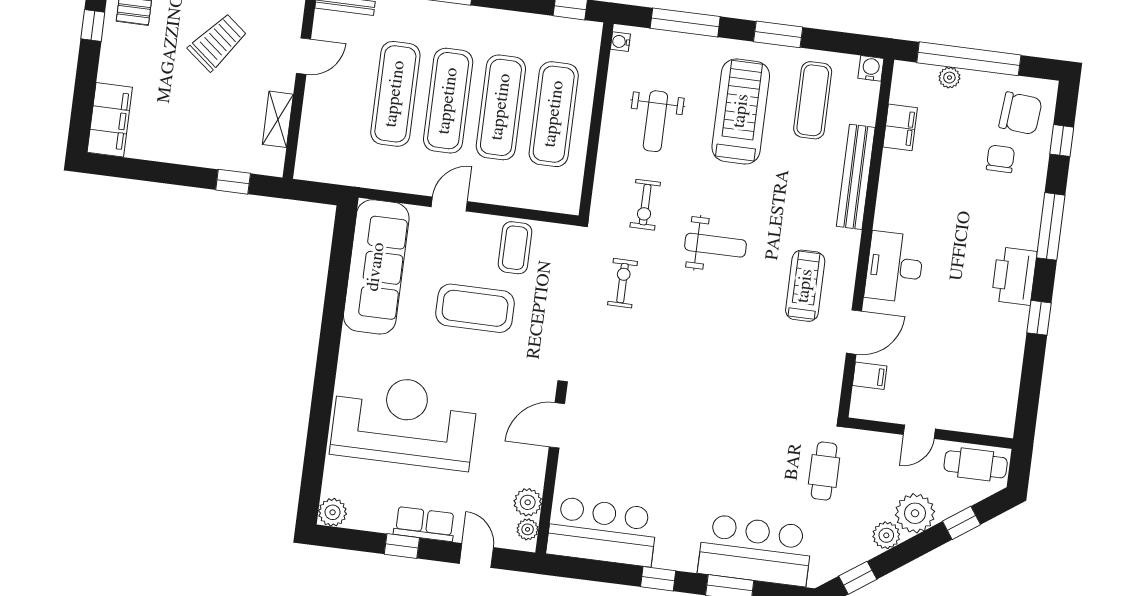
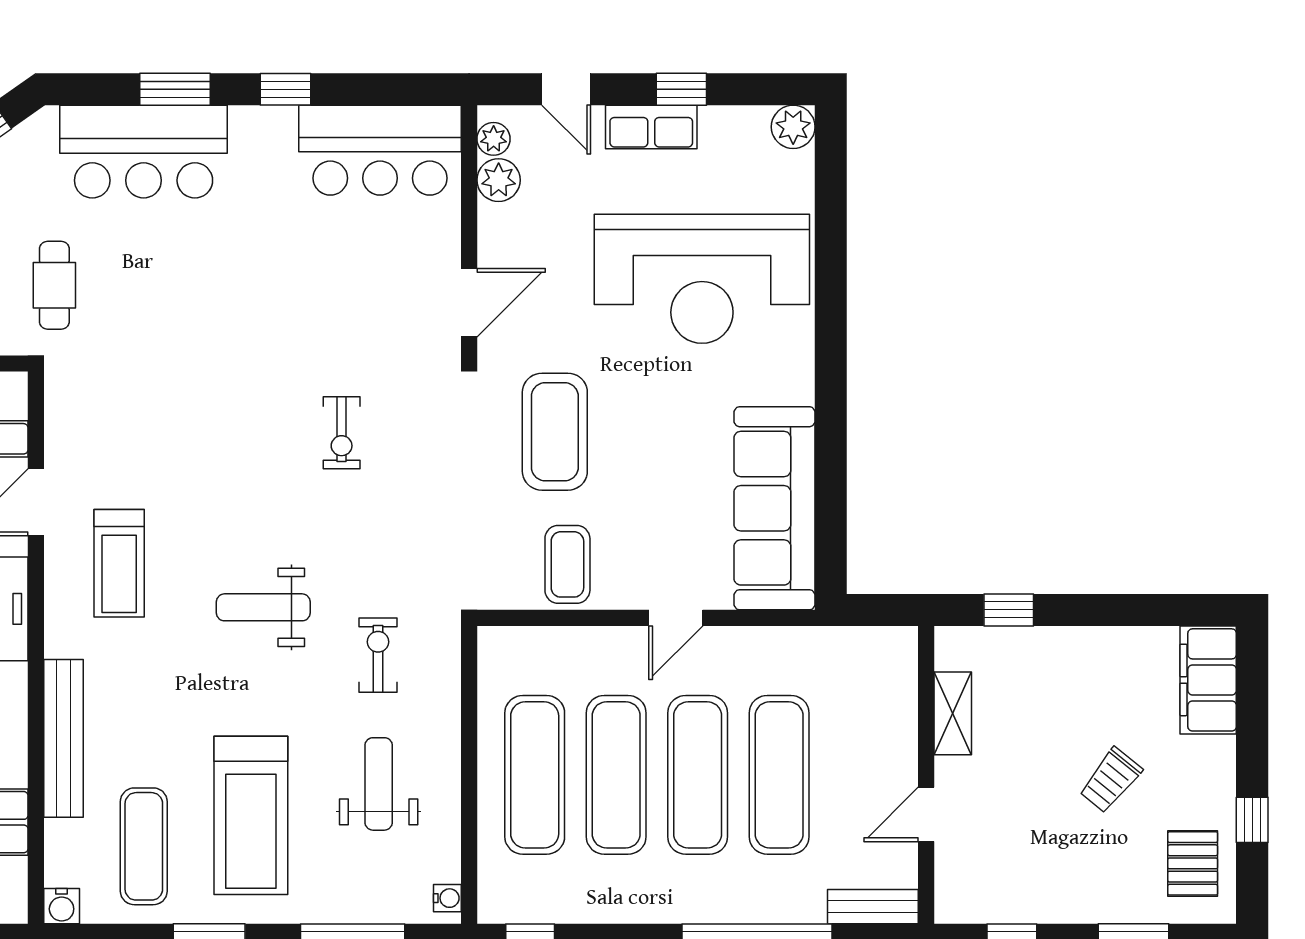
trolley: (218, 42) -> (1111, 780), moved, width x0.73, depth x0.72
exercise bike: (623, 283) -> (342, 433), moved
coffee table: (475, 308) -> (555, 432), moved, turned 90

